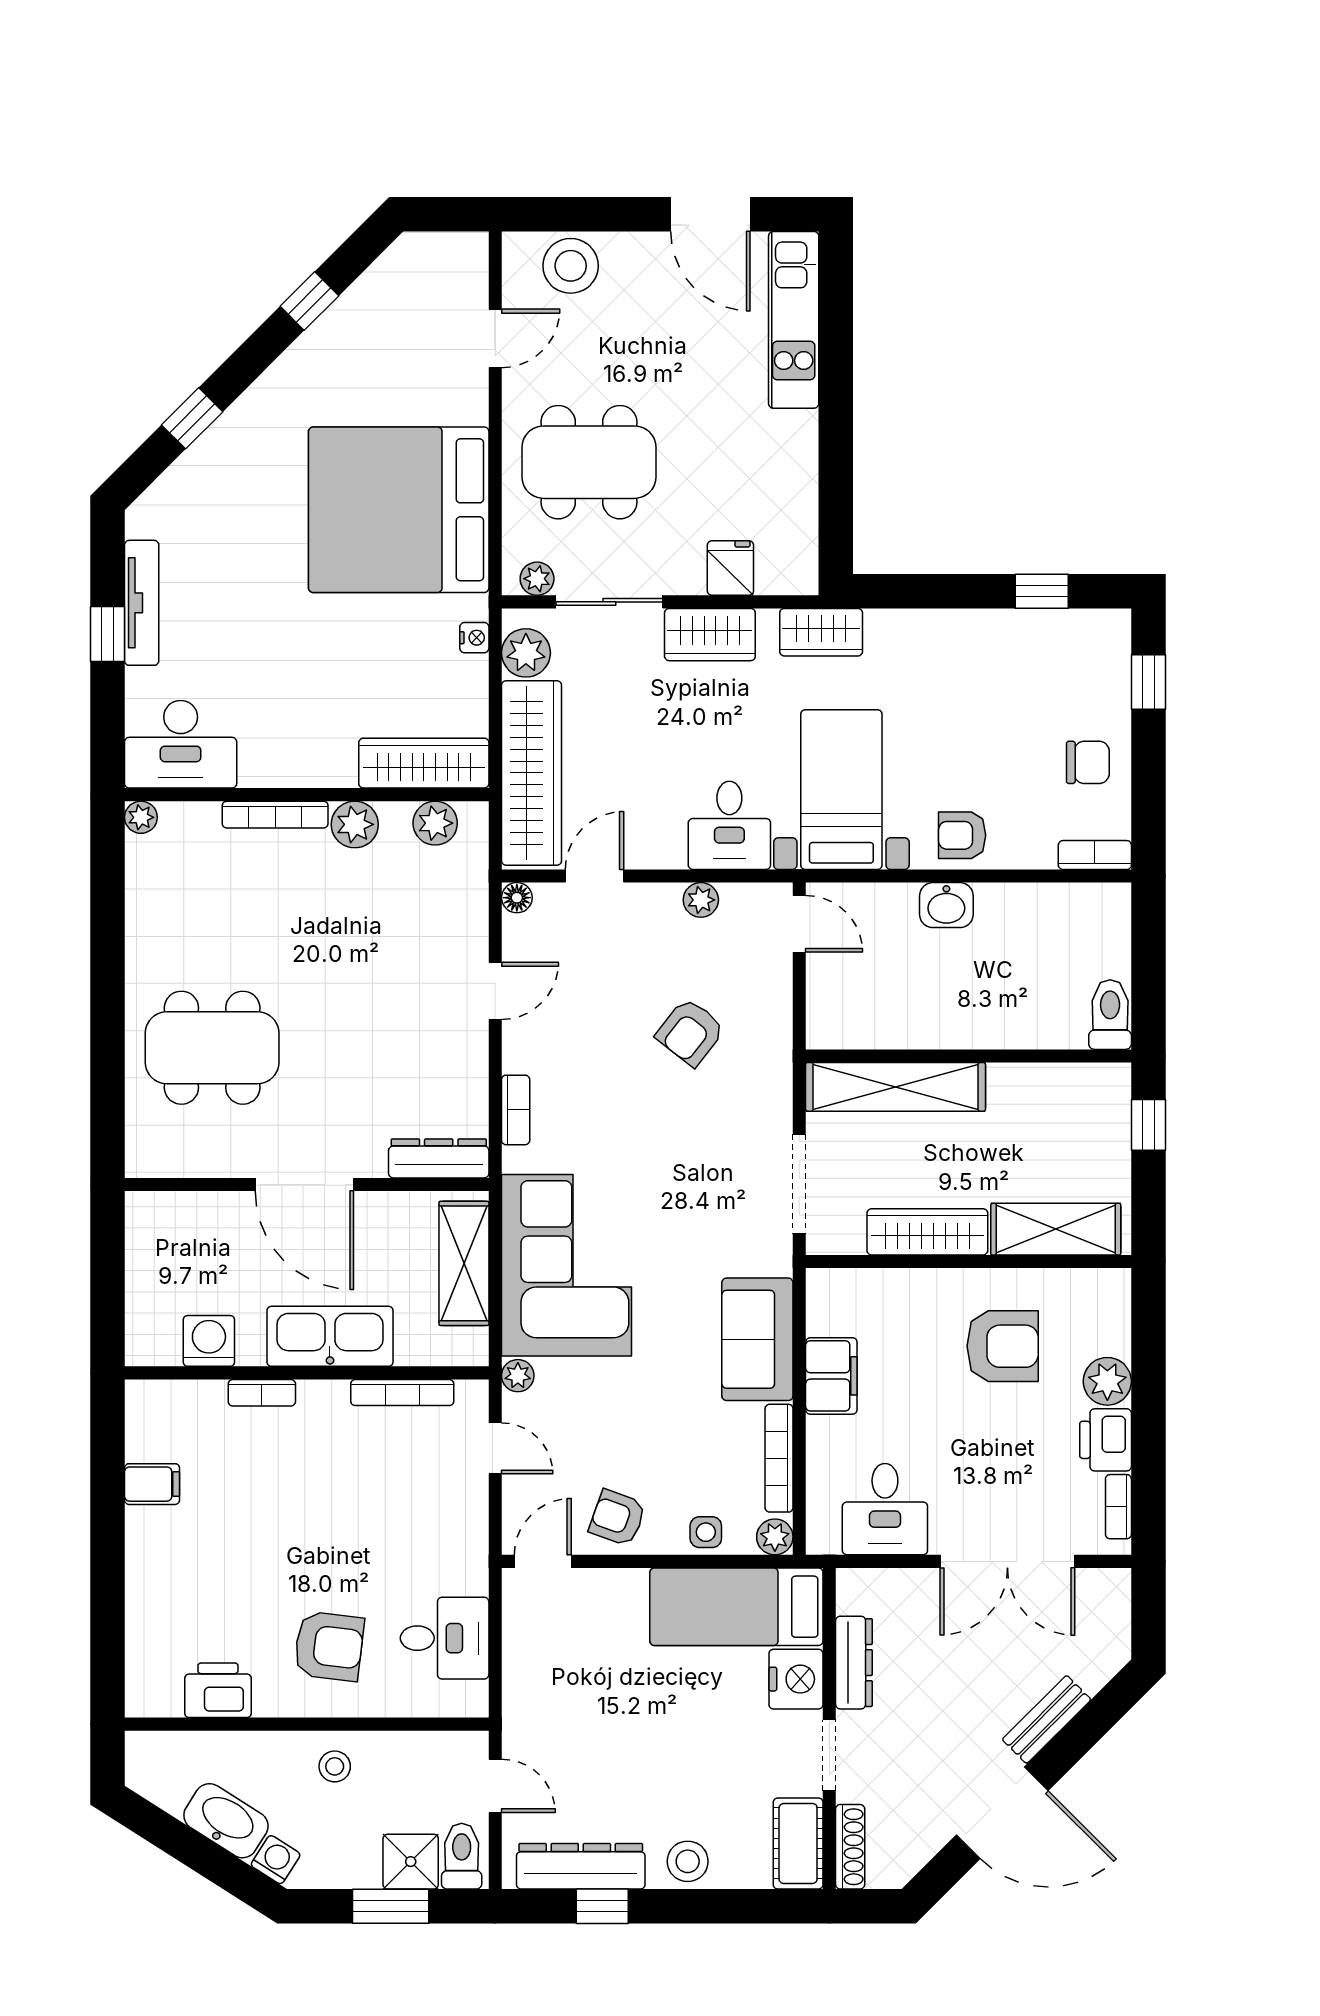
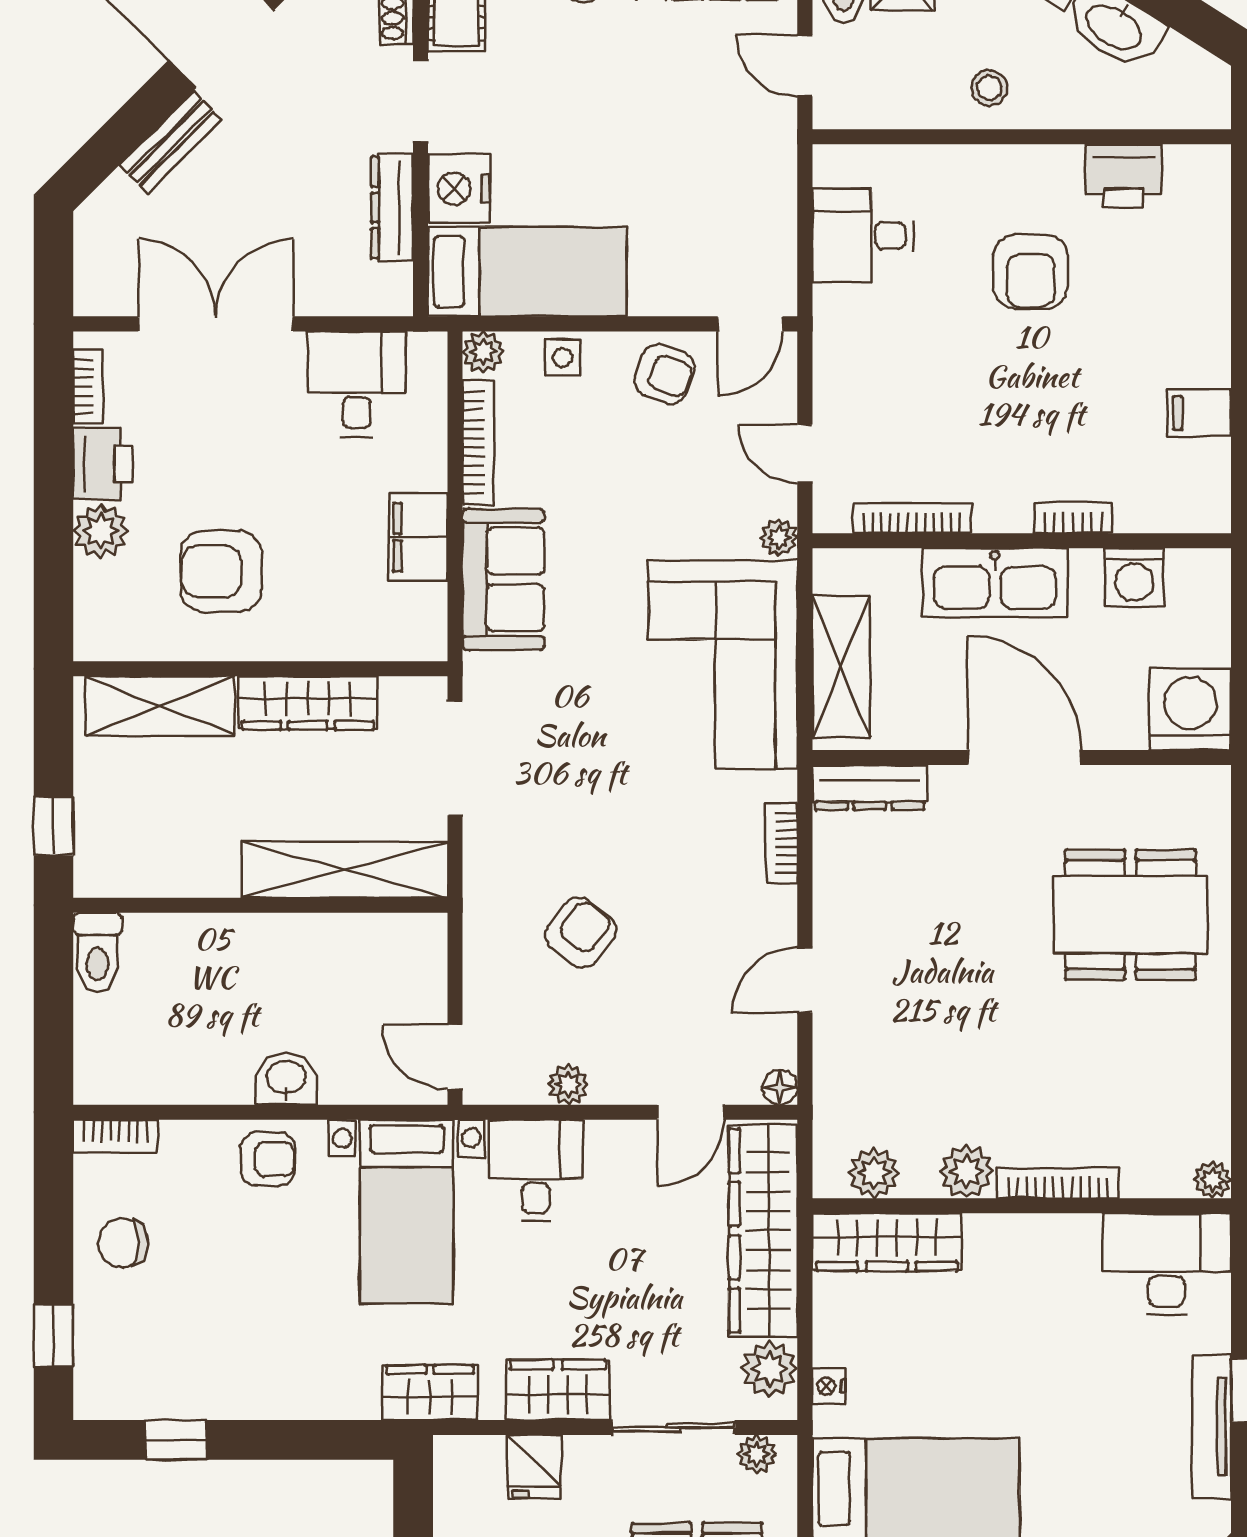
washing machine: (160, 1226) -> (1190, 709), added
armchair: (329, 1646) -> (1030, 271), moved, turned -97

